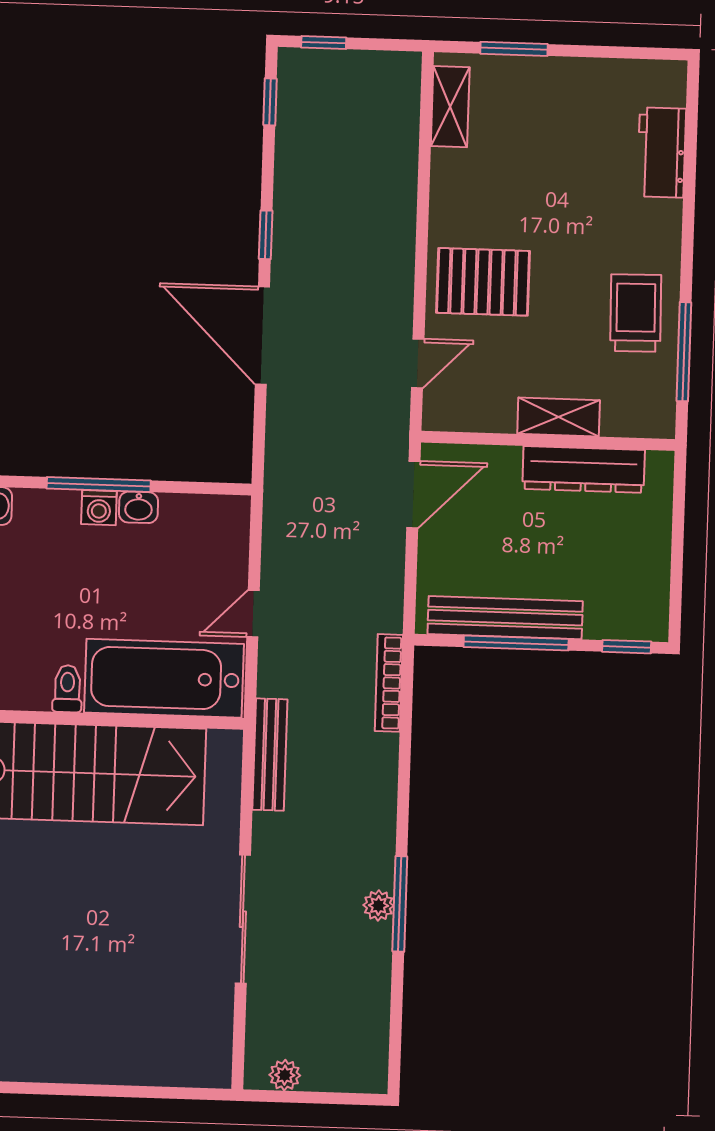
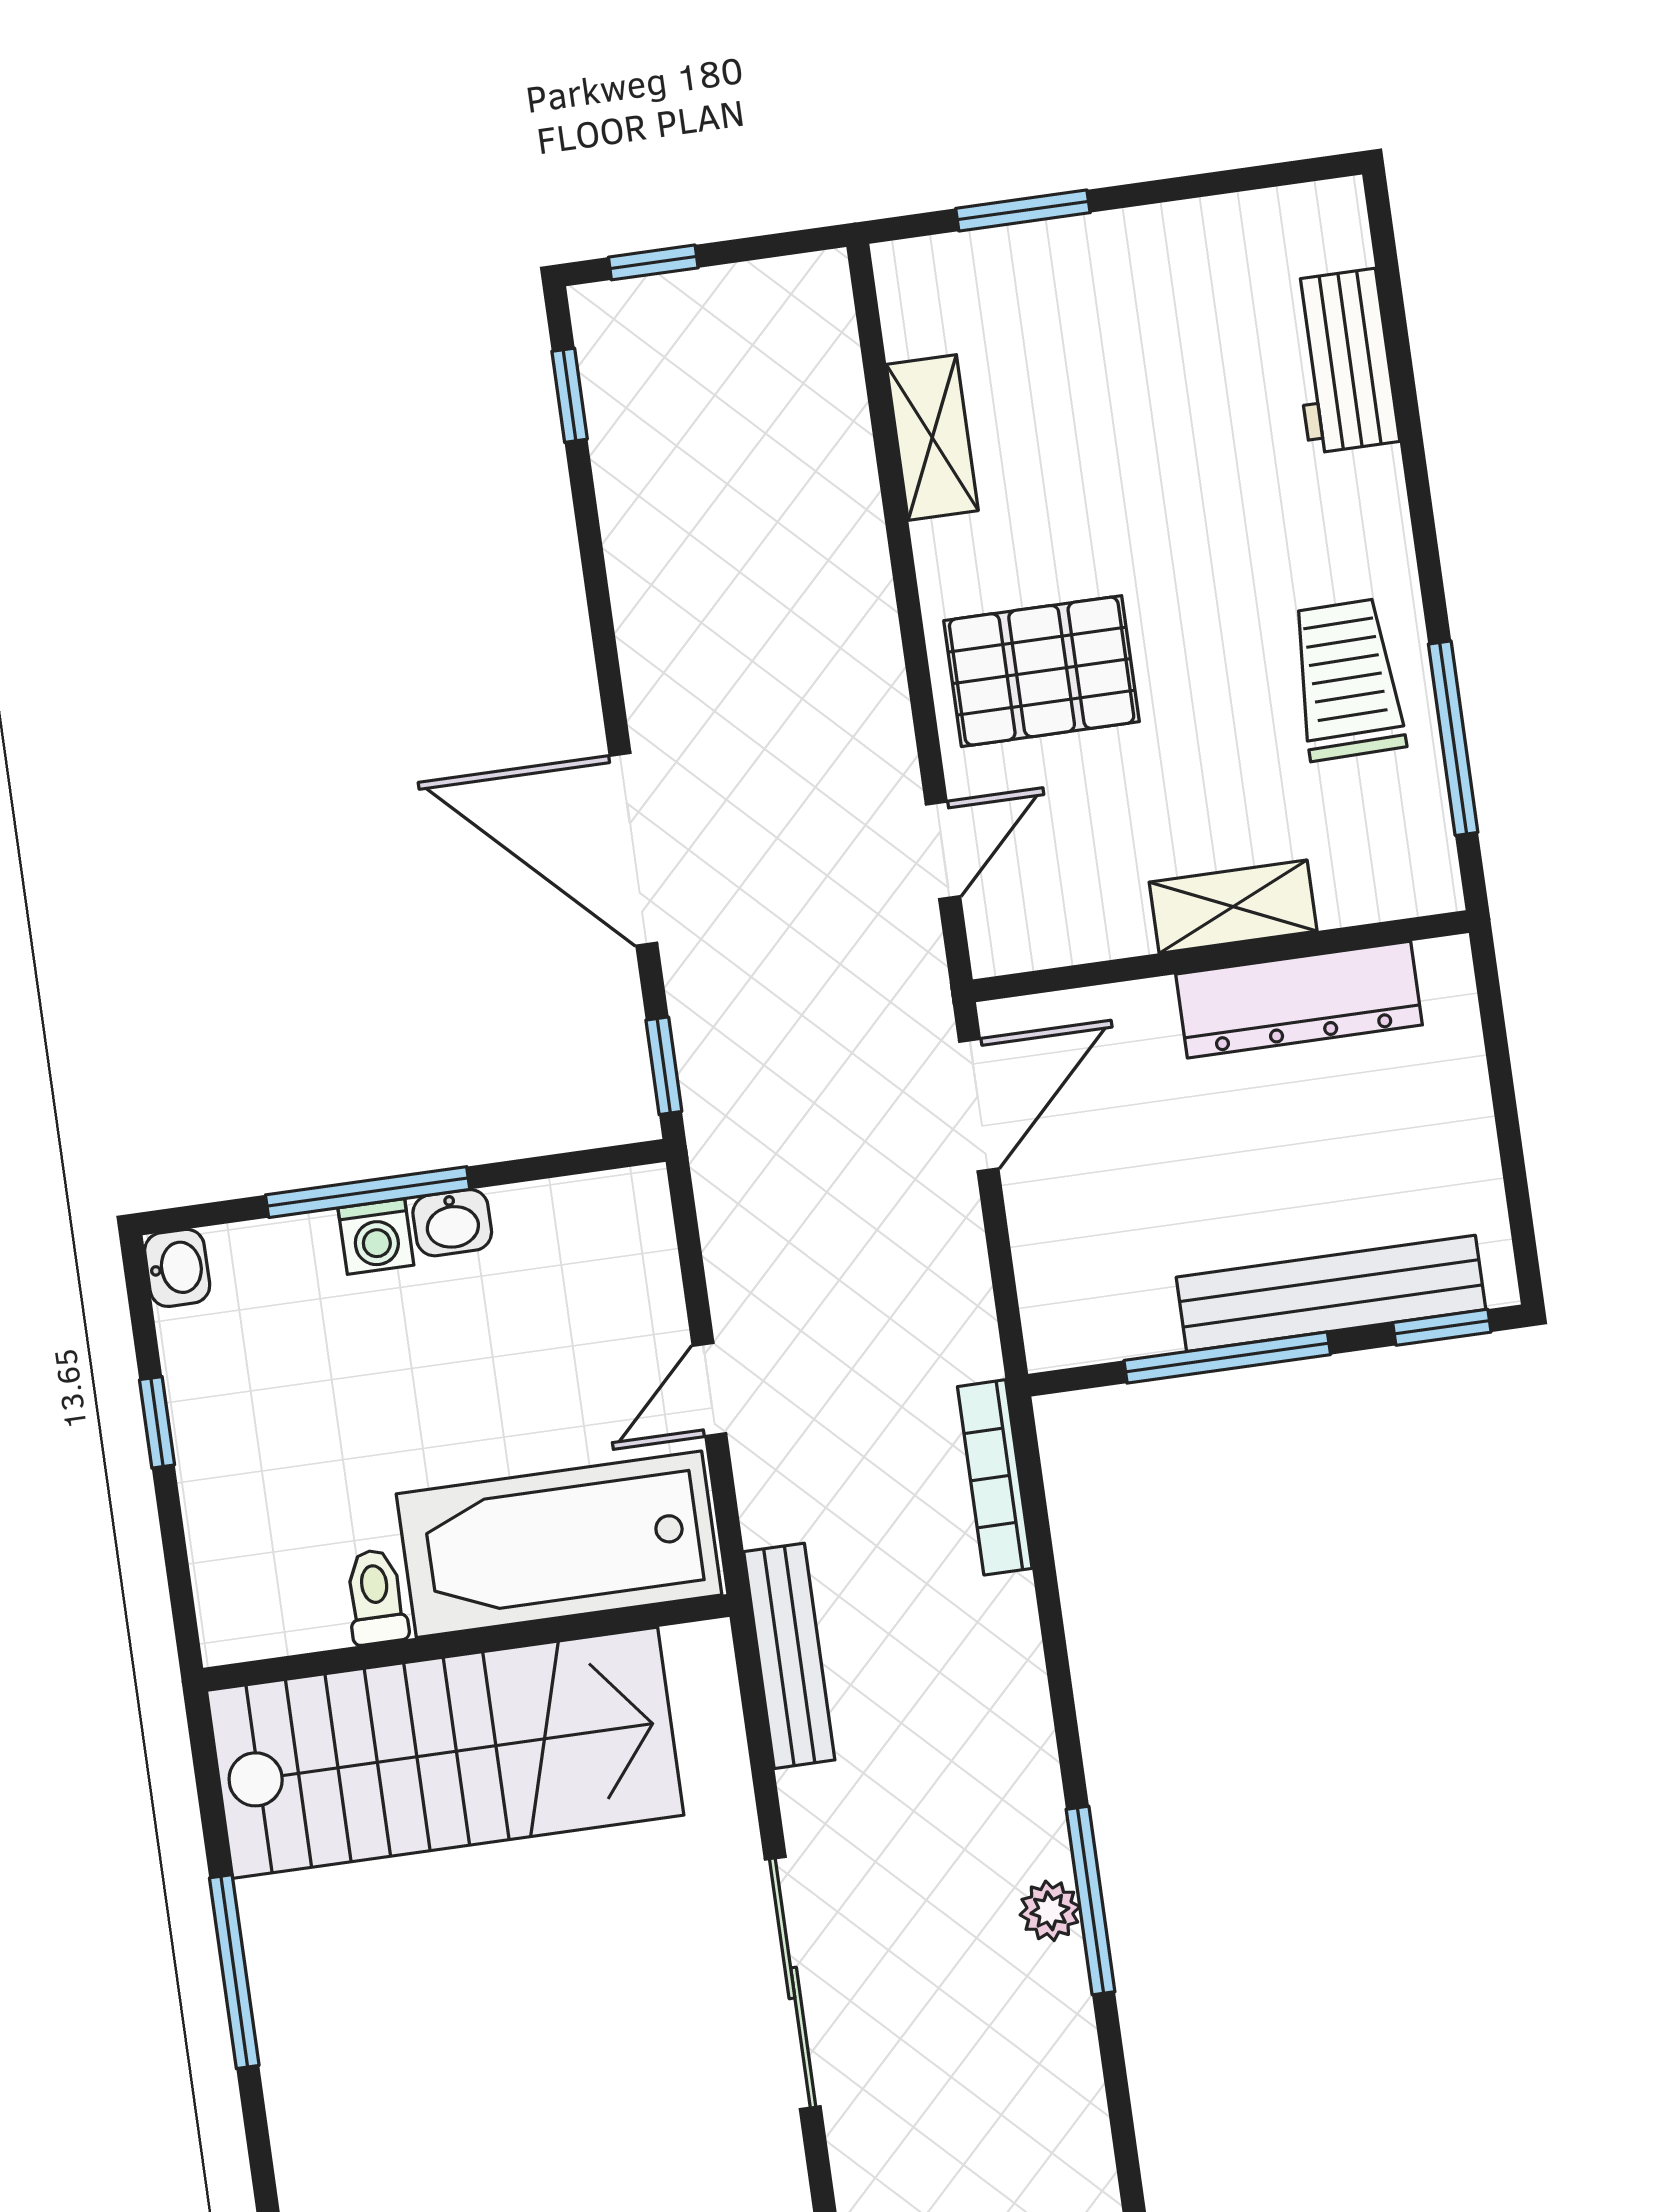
shelving: (450, 107) -> (932, 437), moved
window: (266, 235) -> (664, 1066), moved
bench: (505, 618) -> (1331, 1293), moved

